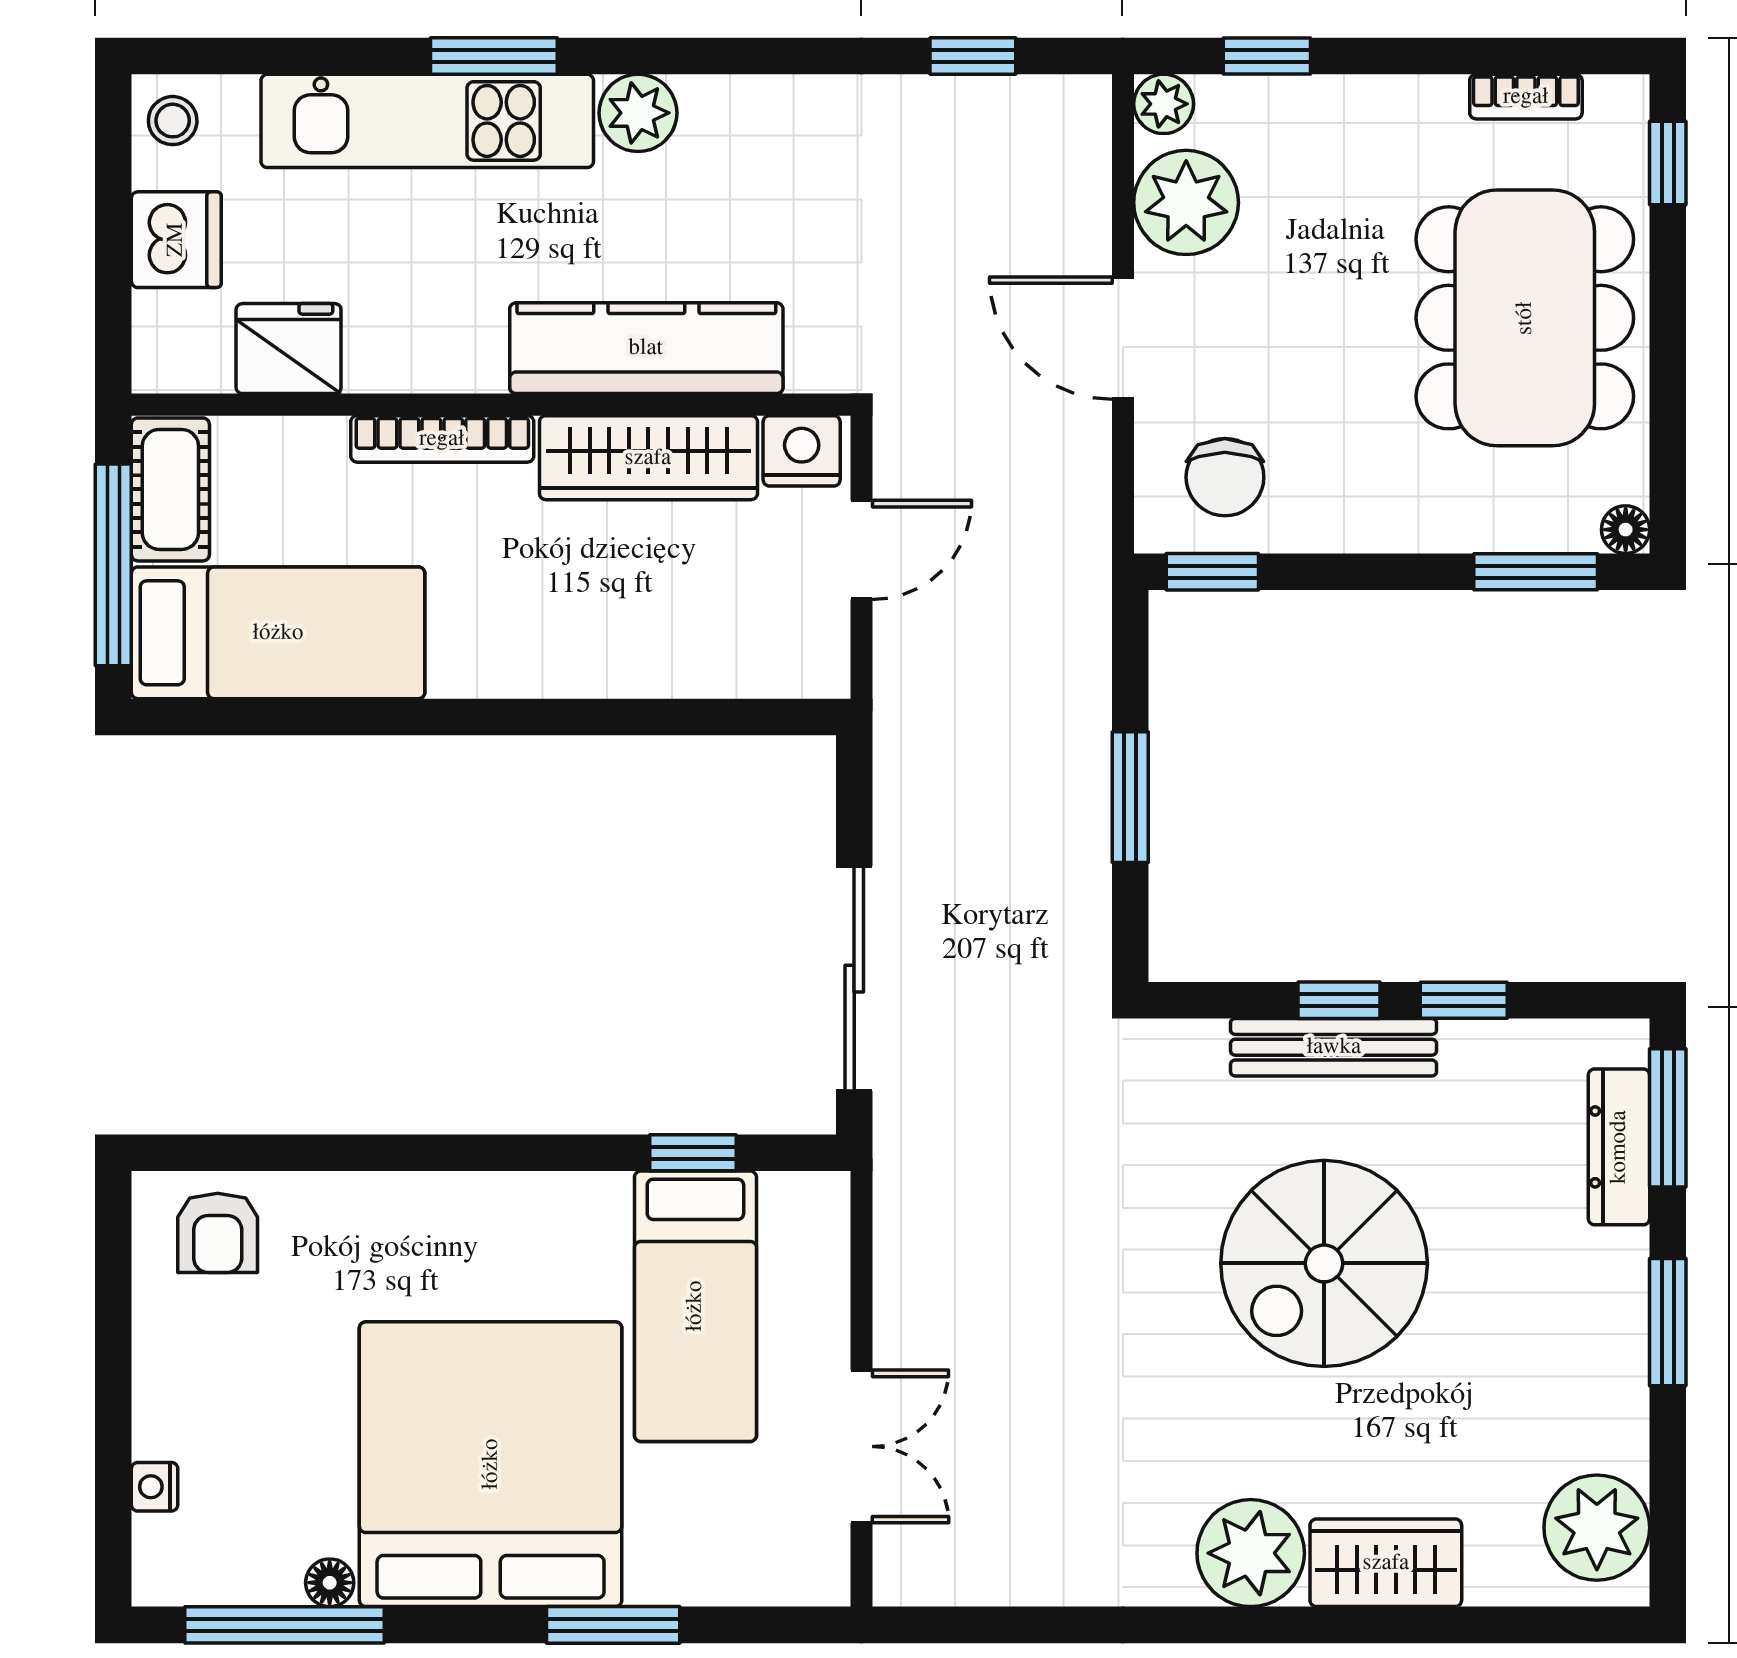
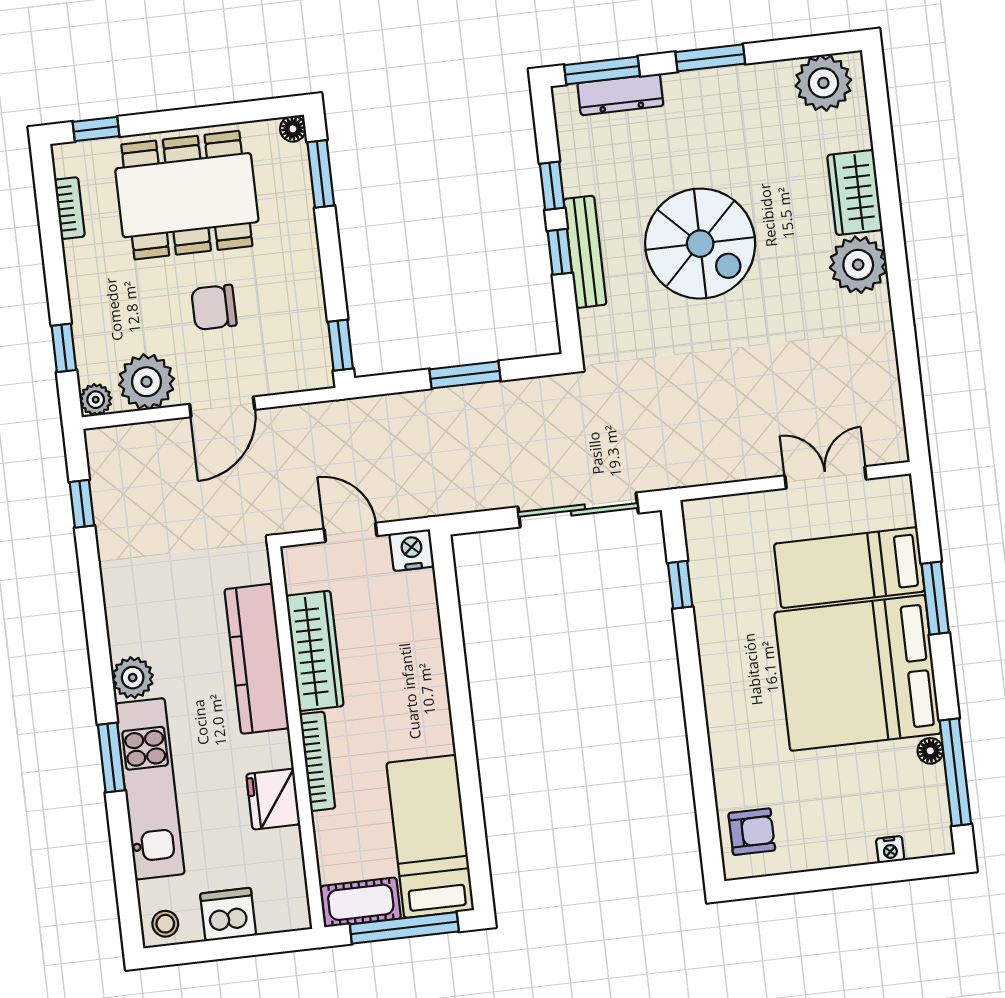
fridge: (289, 349) -> (273, 799), moved
nightstand: (802, 451) -> (412, 550), moved, turned 90
chair: (1225, 477) -> (214, 307), moved, turned 180
bed: (695, 1306) -> (849, 568), moved, turned 180

